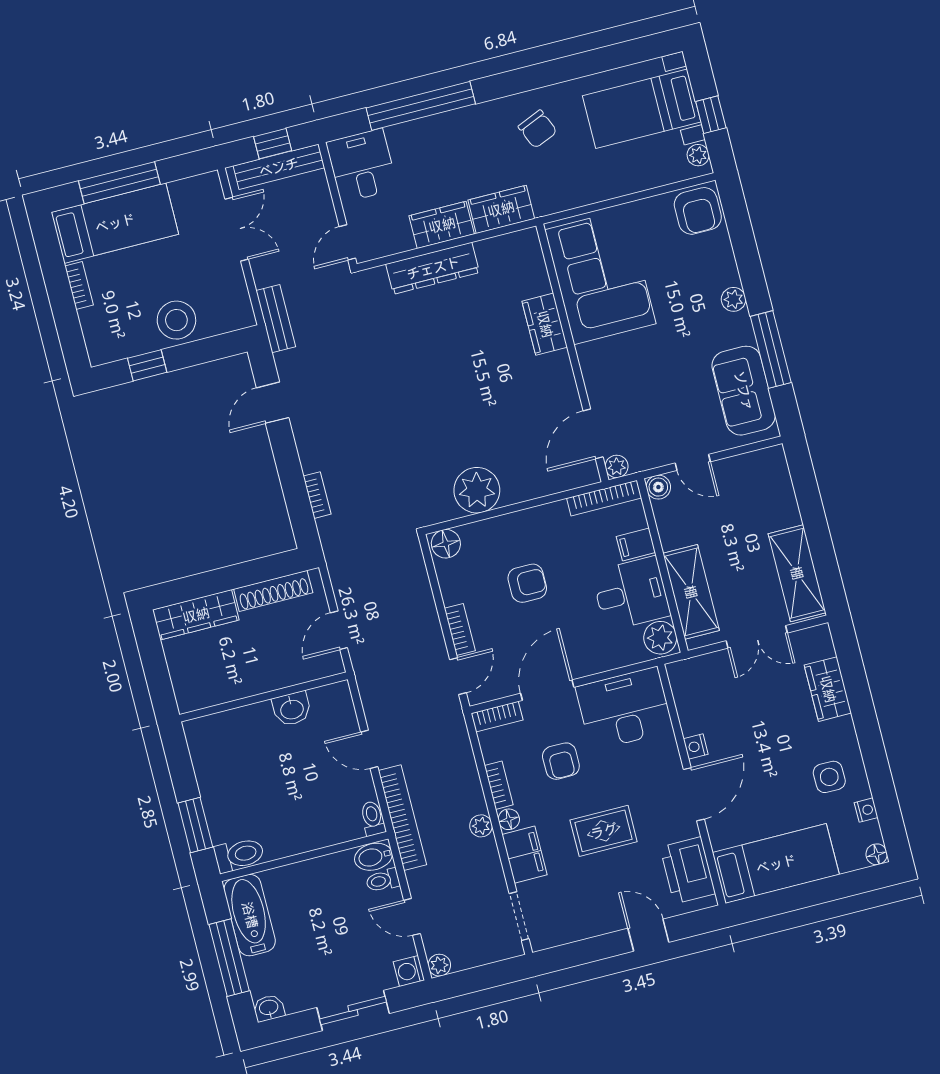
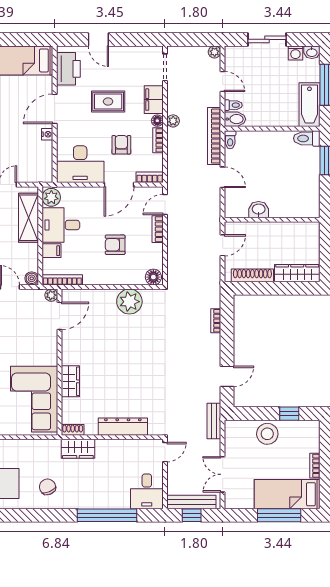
wardrobe: (442, 225) -> (112, 449), removed
shoe rack: (519, 240) -> (73, 430), added
washing machine: (409, 971) -> (295, 53), moved, turned 90

